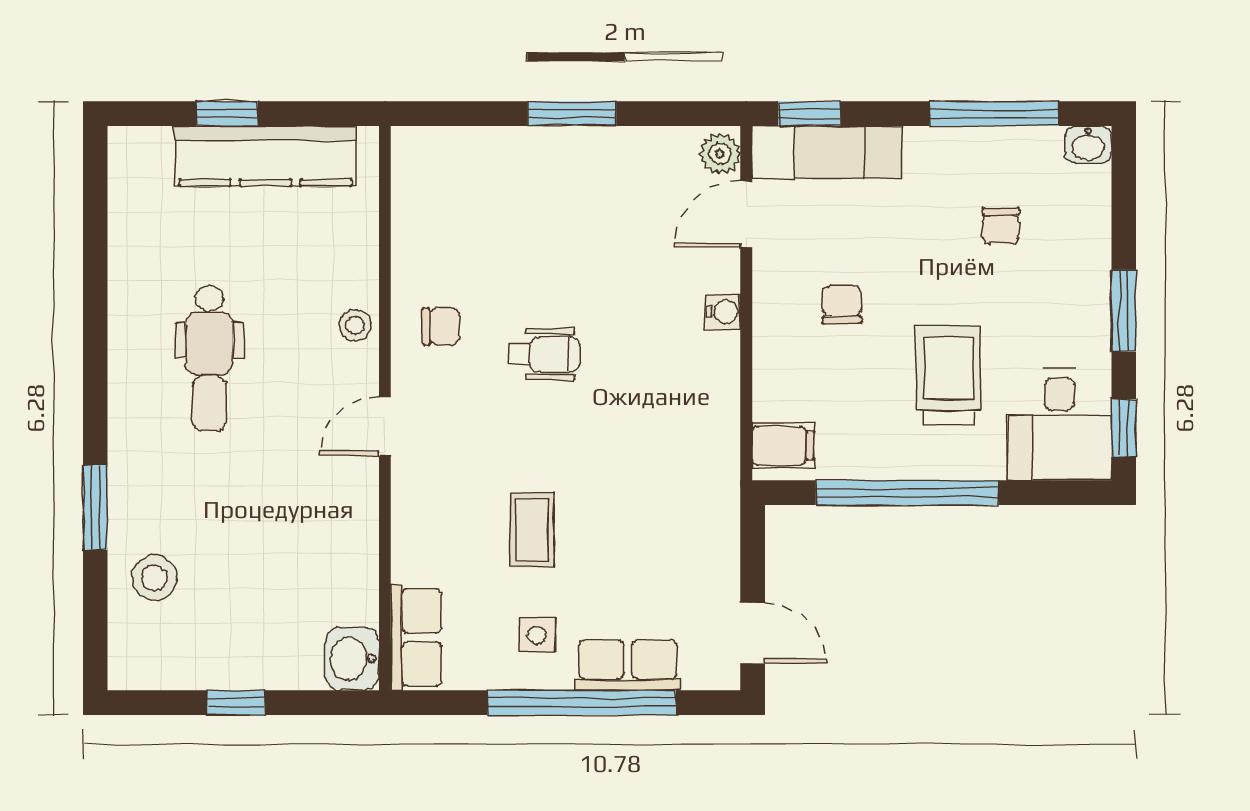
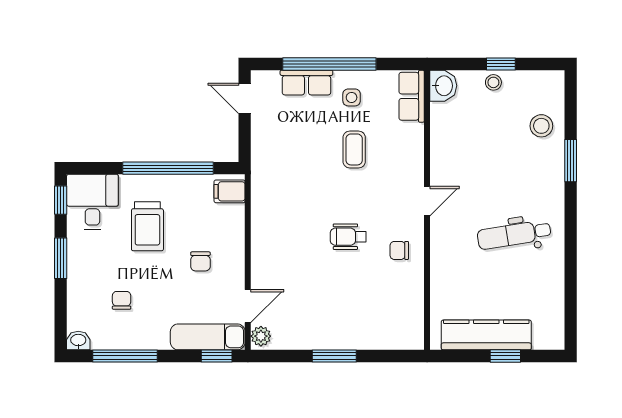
water cooler: (723, 312) -> (259, 258), removed
stool: (355, 325) -> (493, 82), moved
dental chair: (209, 358) -> (514, 235), turned -99

